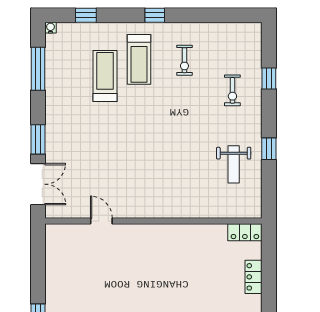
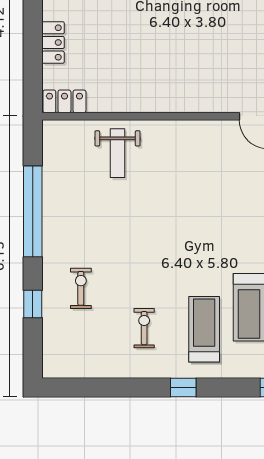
window: (269, 149) -> (33, 211), width x3.17
weight bench: (234, 164) -> (117, 153), moved, turned 180

